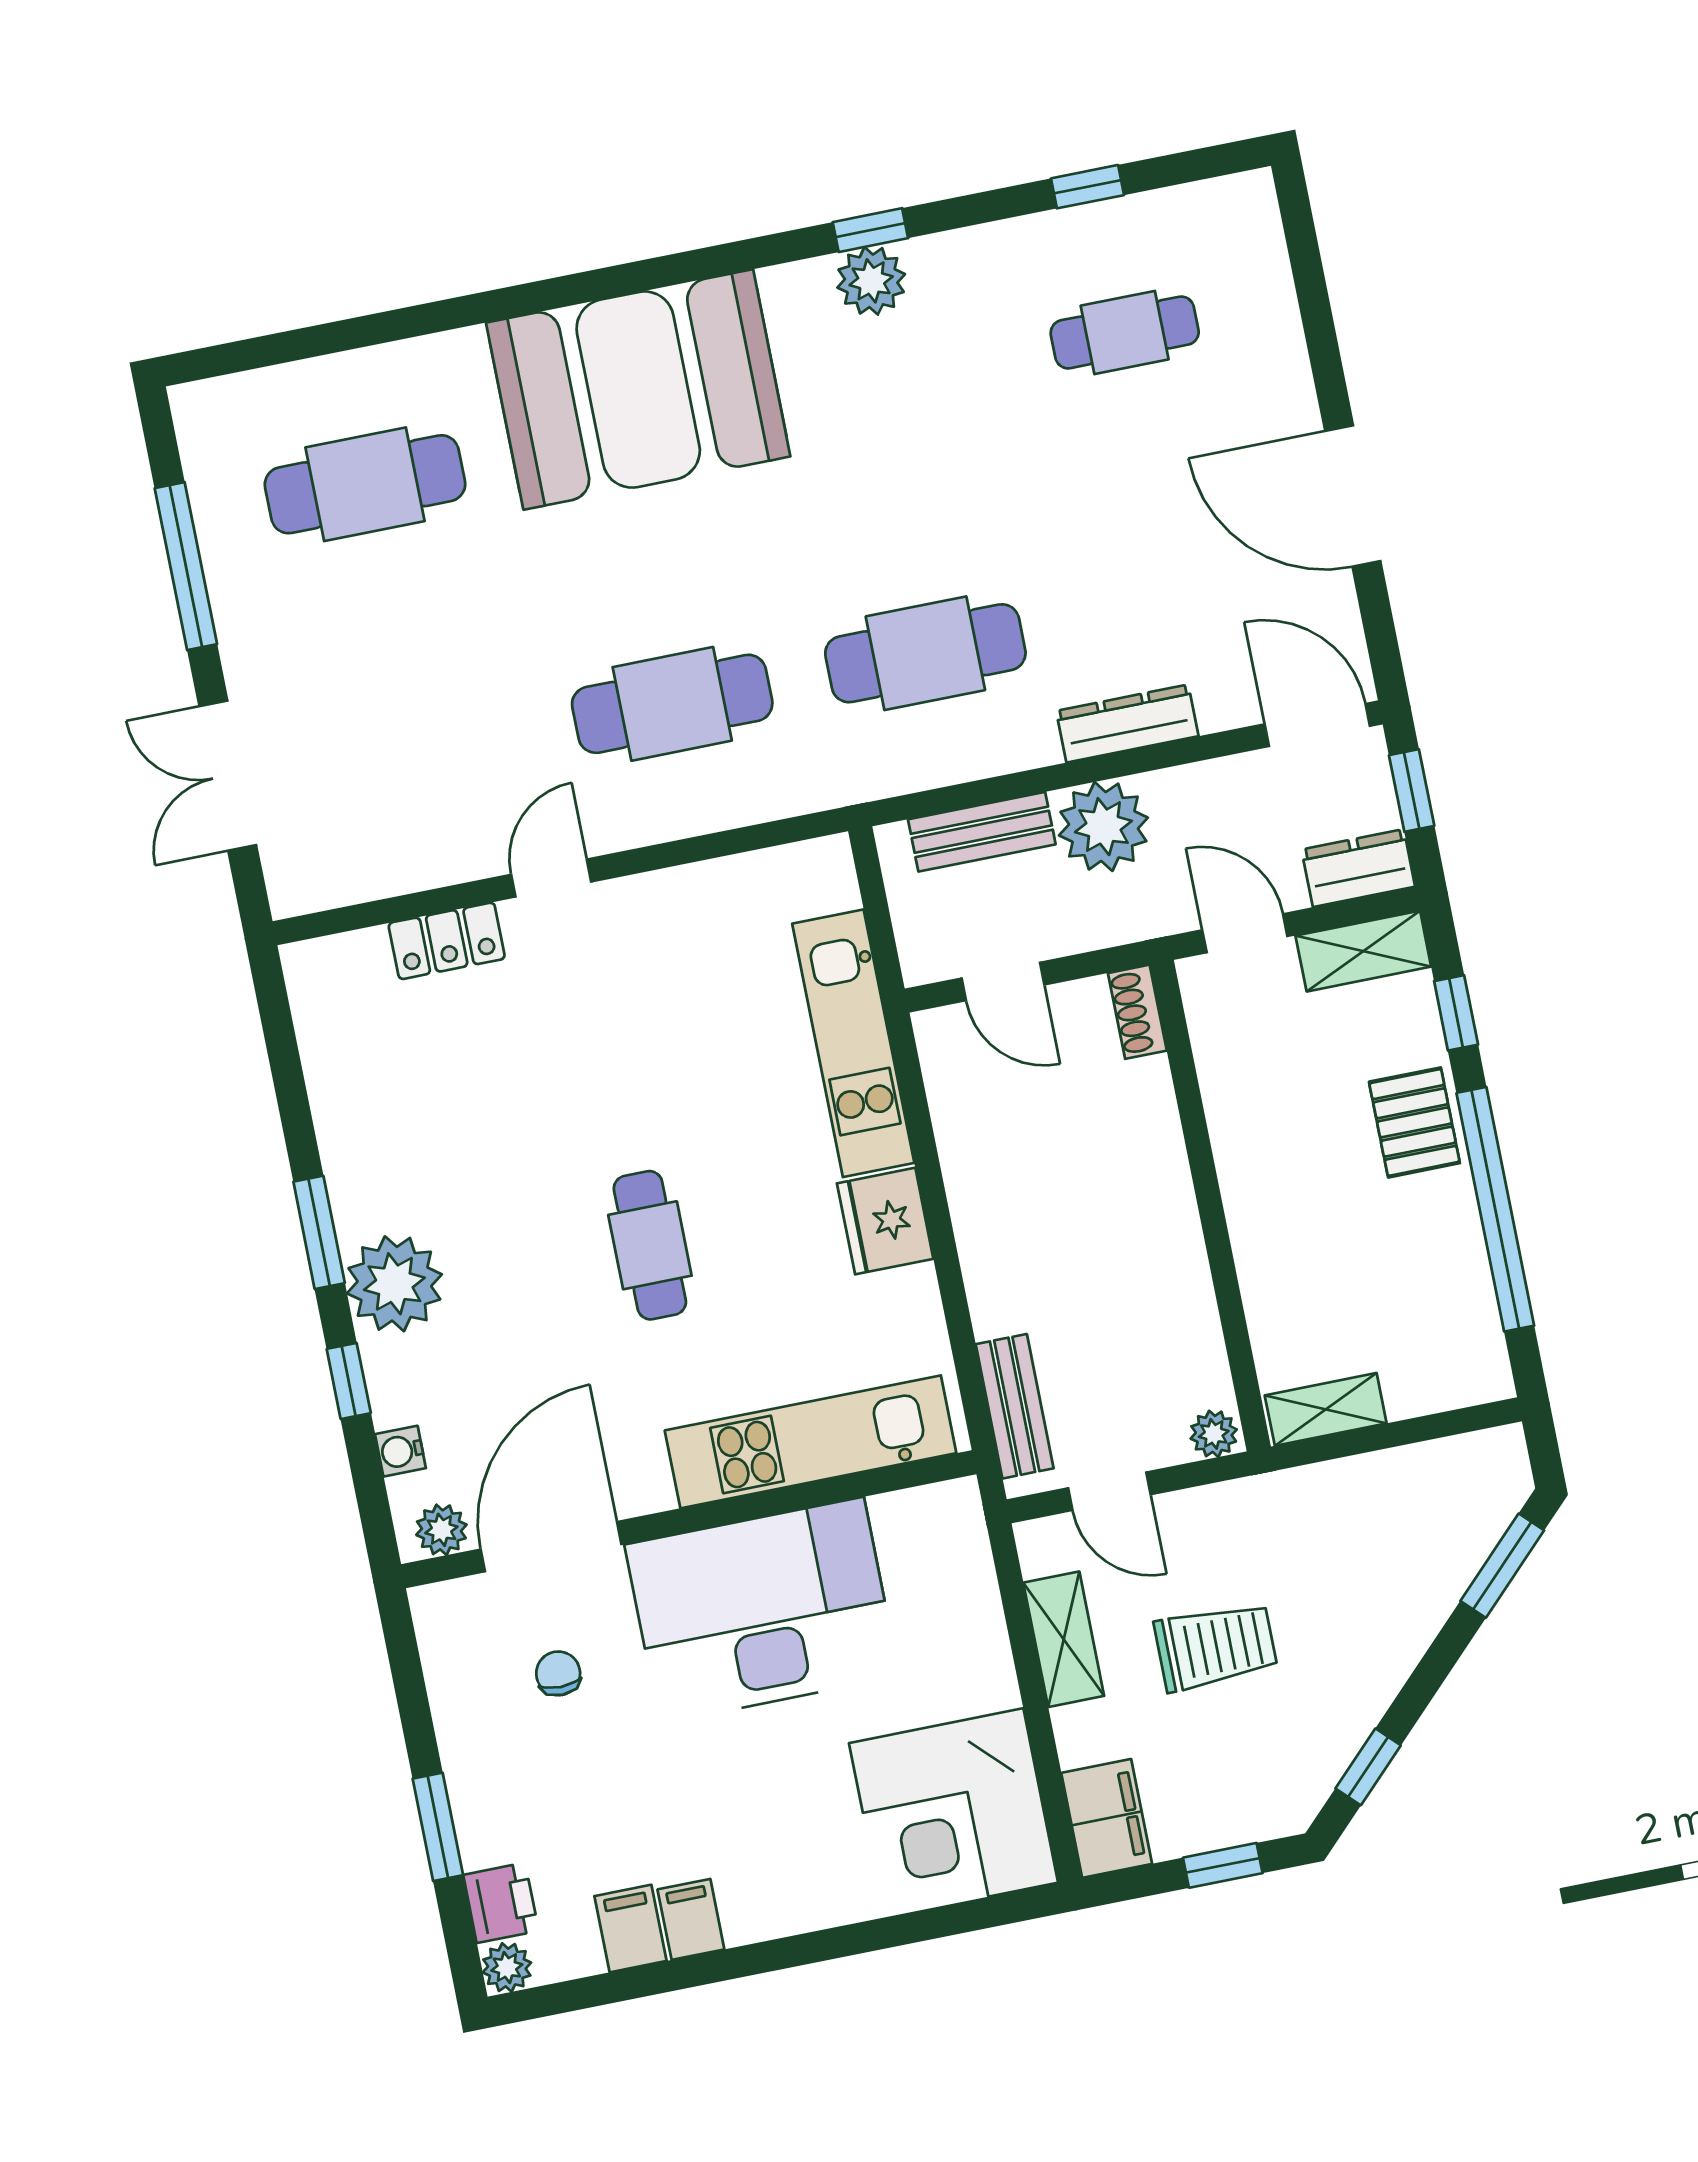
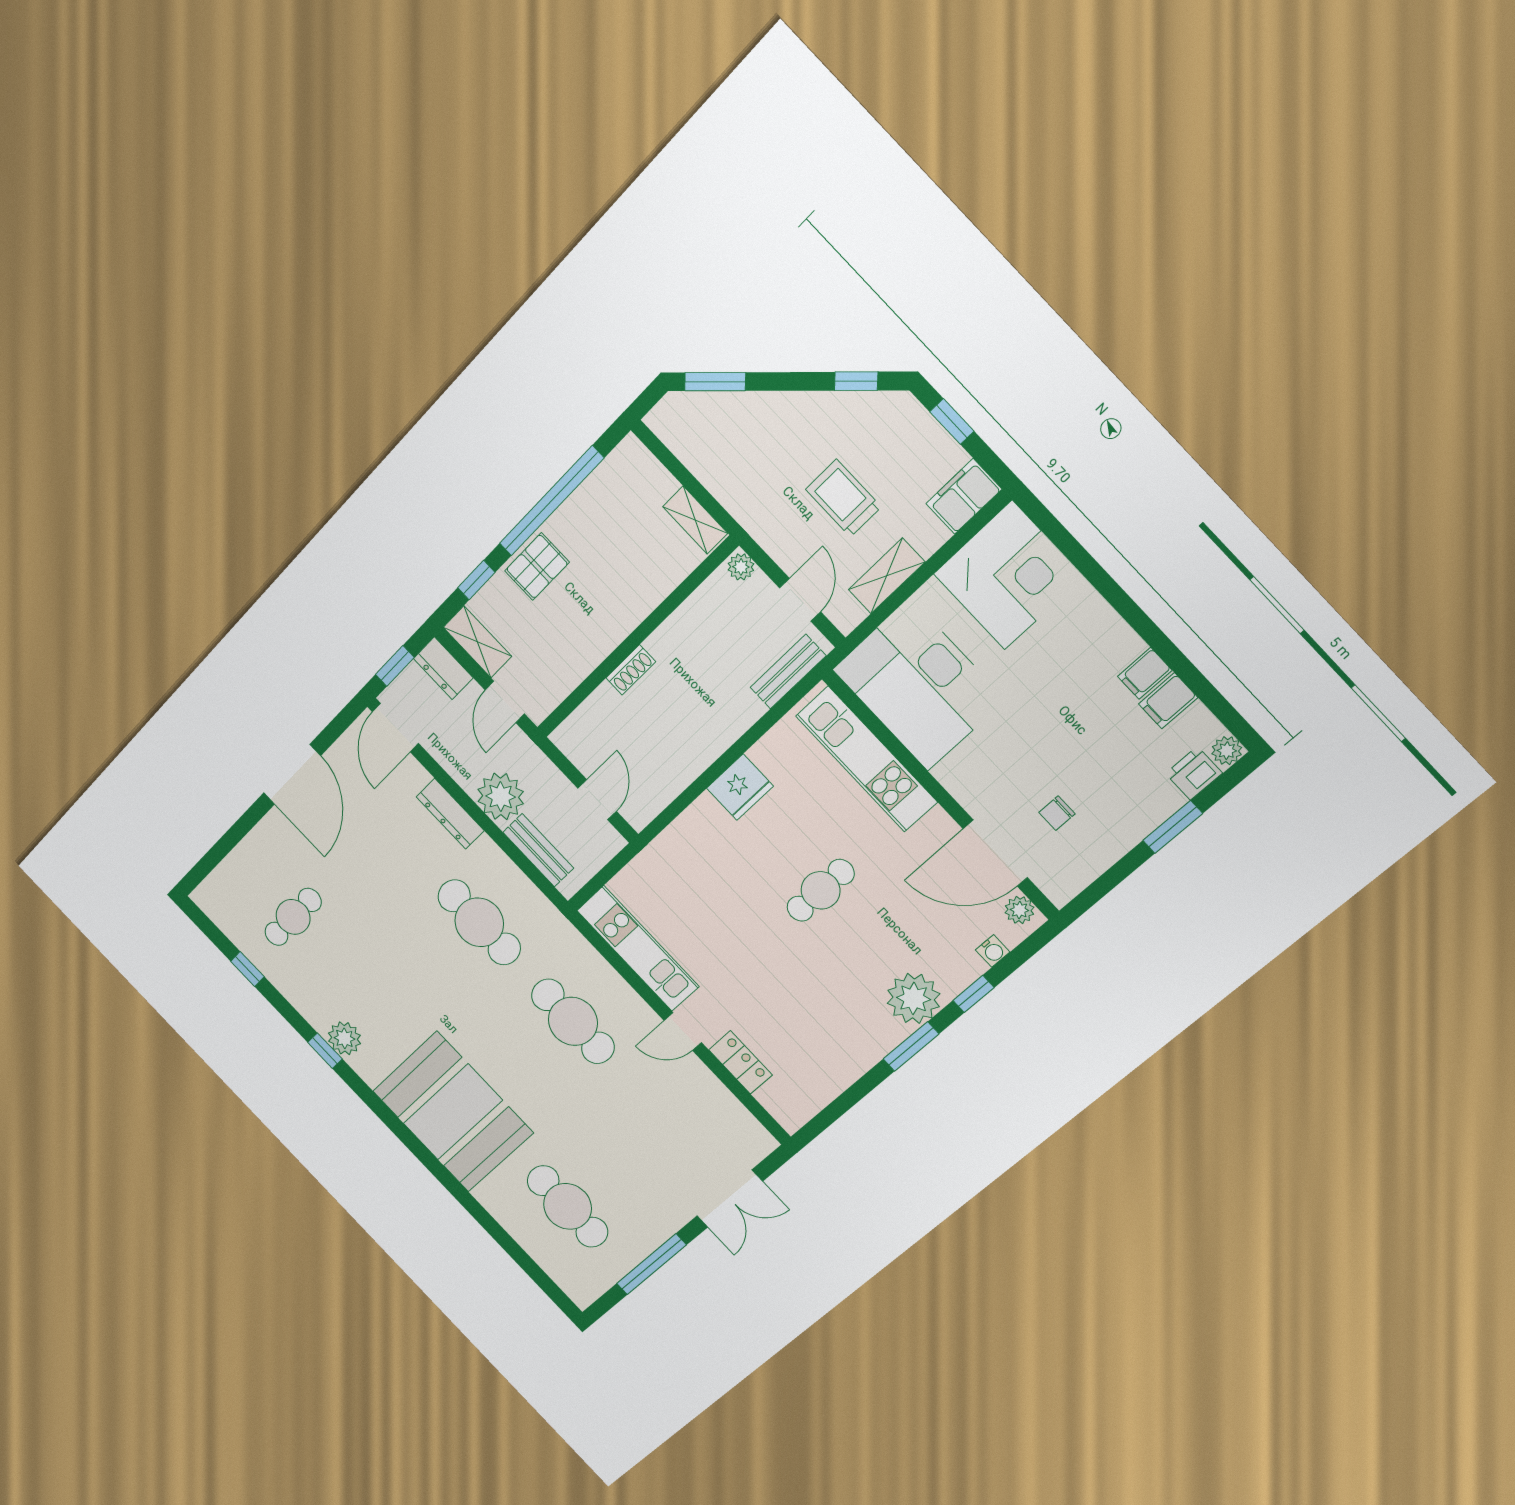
cafe table: (1125, 332) -> (293, 917), turned 90
shoe rack: (1137, 1012) -> (631, 670), moved
kitchen unit: (853, 1043) -> (638, 948), moved, turned -90
desk: (762, 1610) -> (919, 685), moved

